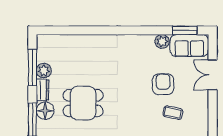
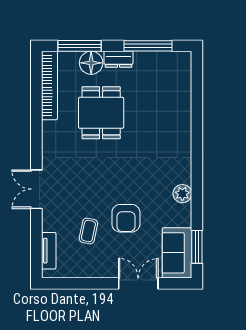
plant: (162, 41) -> (182, 194), moved
plant: (44, 71) -> (144, 61), removed
armchair: (163, 84) -> (126, 218), turned 90

